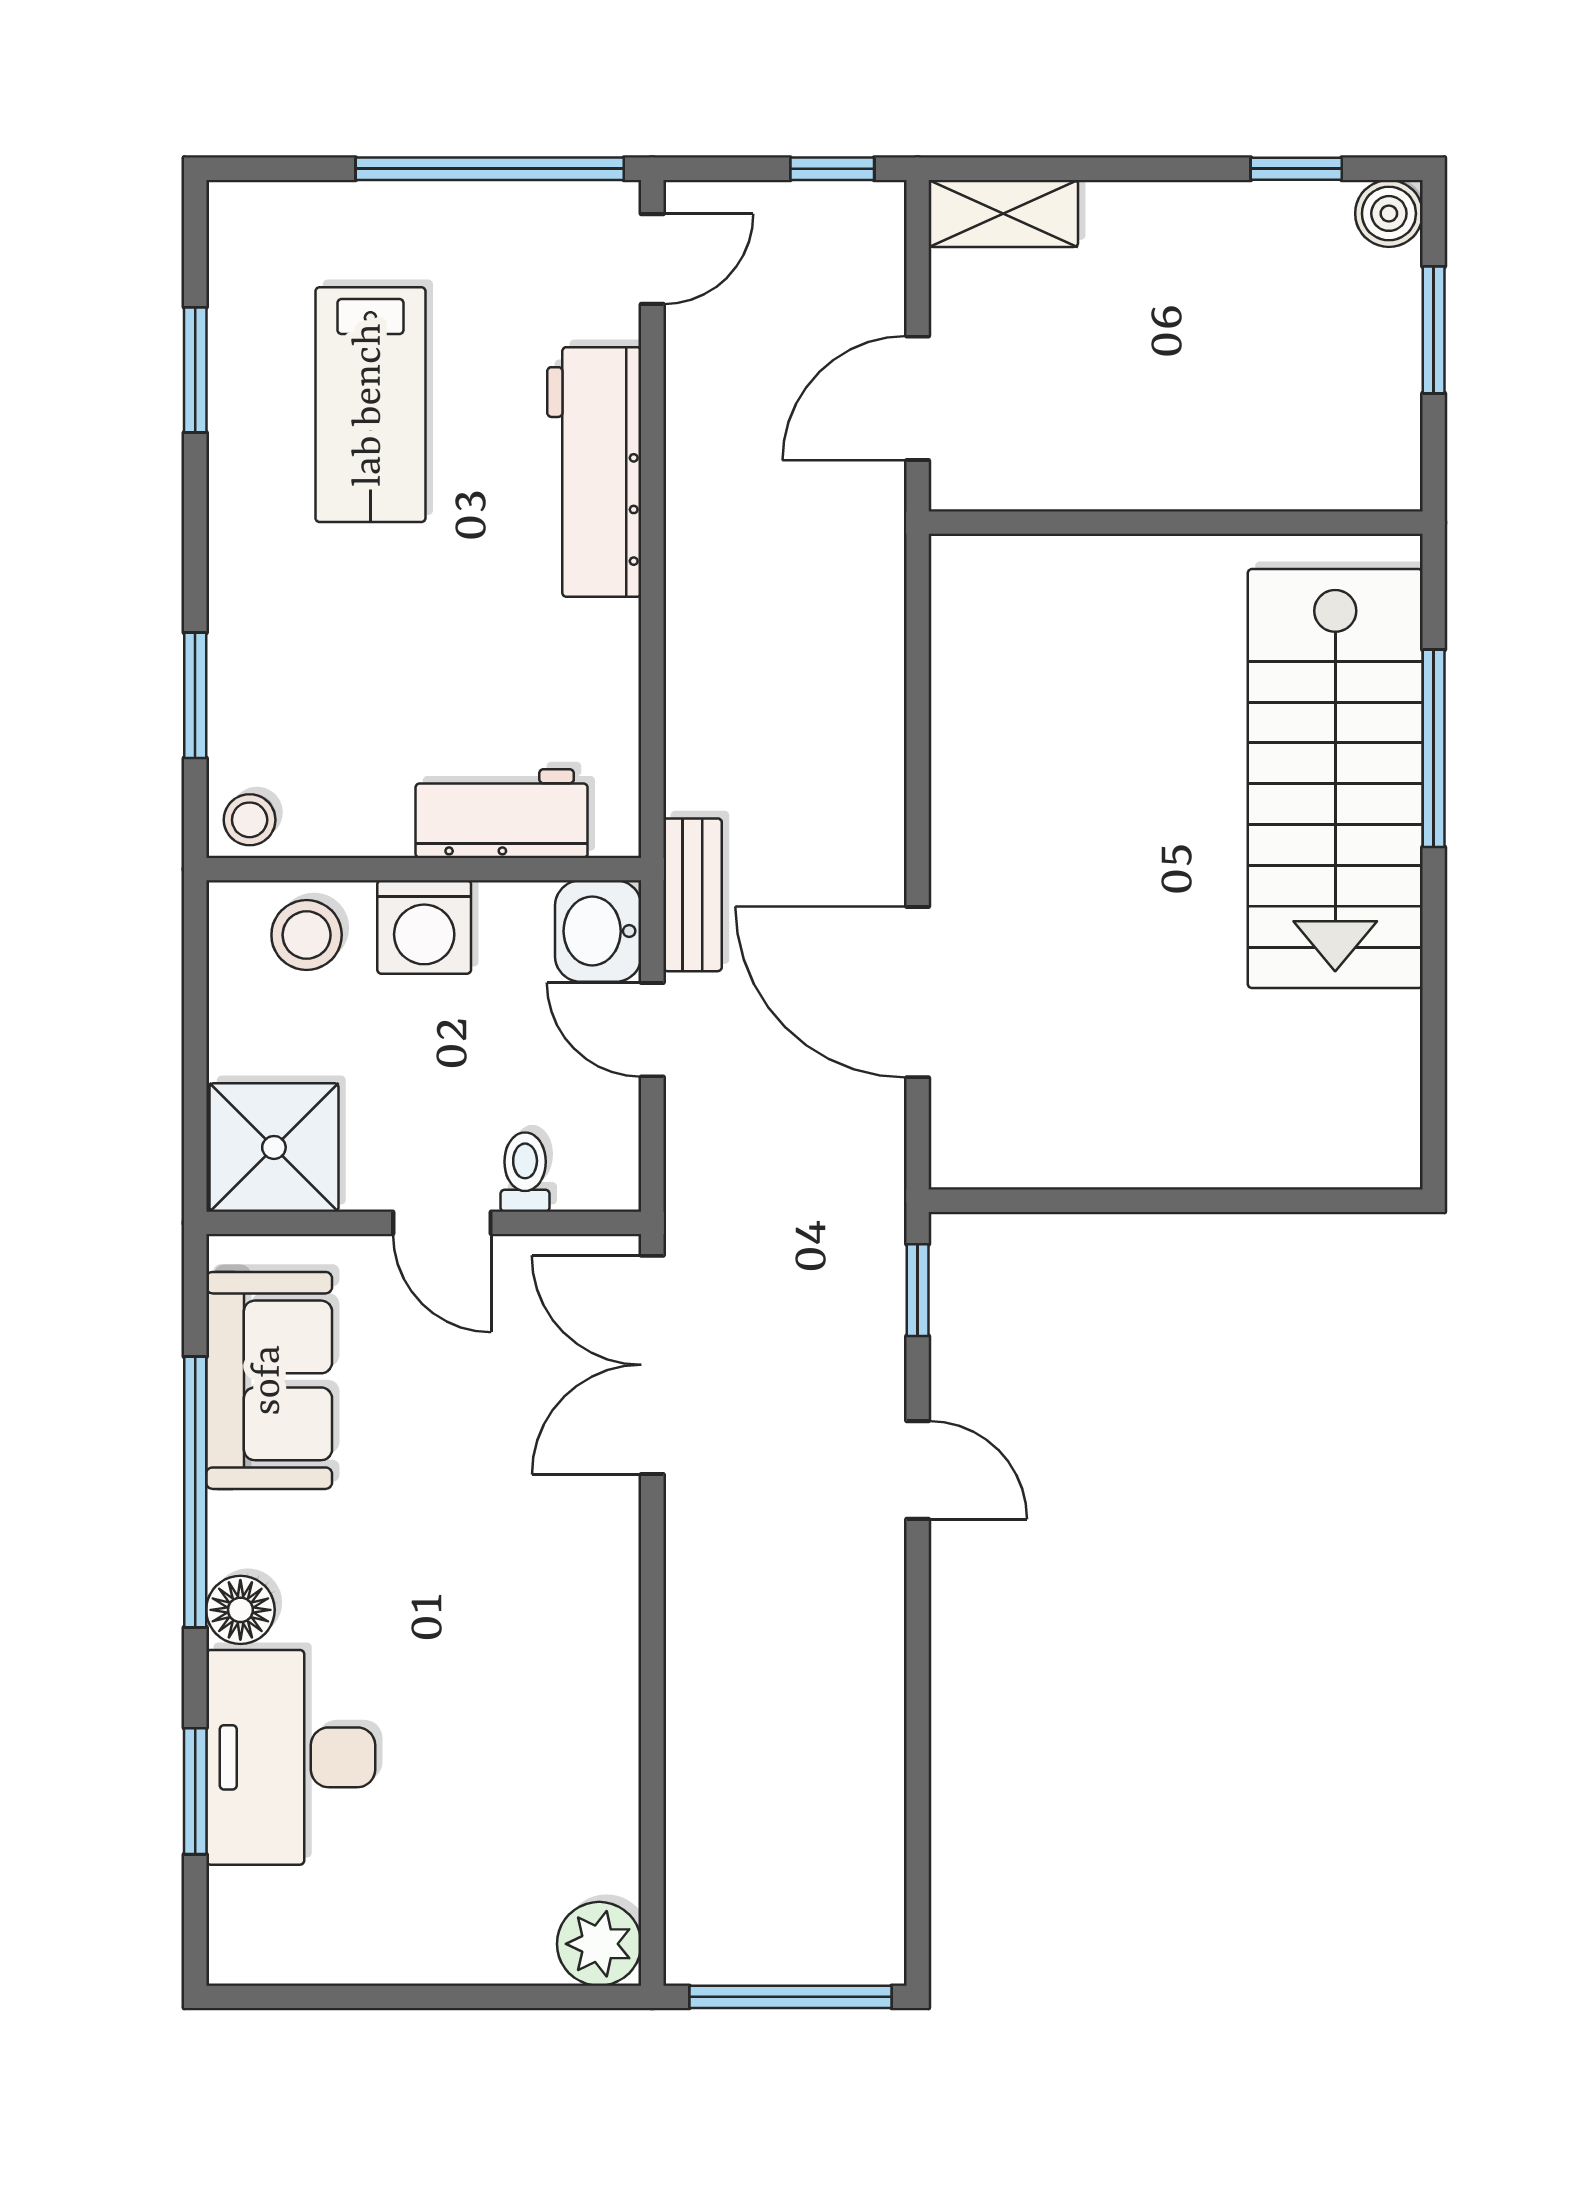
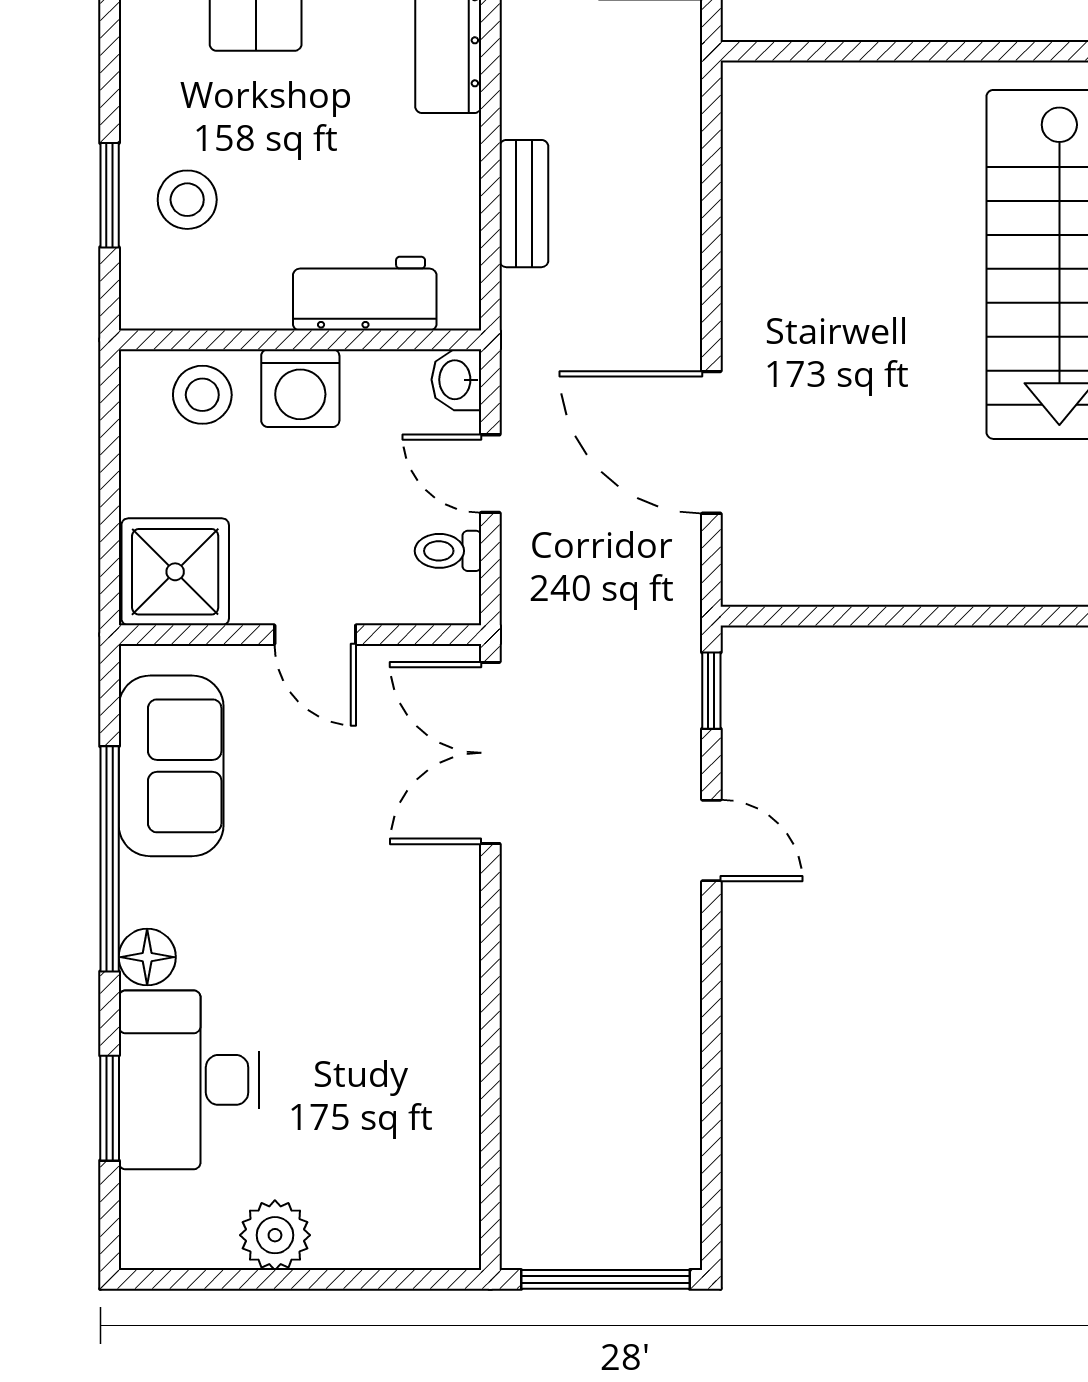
stool: (250, 820) -> (187, 200), moved, width x1.37, depth x1.37
bench: (693, 895) -> (524, 204), moved
washbasin: (598, 931) -> (456, 380), width x0.72, depth x0.69
toilet: (525, 1172) -> (448, 551), moved, turned -90
plant: (599, 1944) -> (275, 1235), moved

